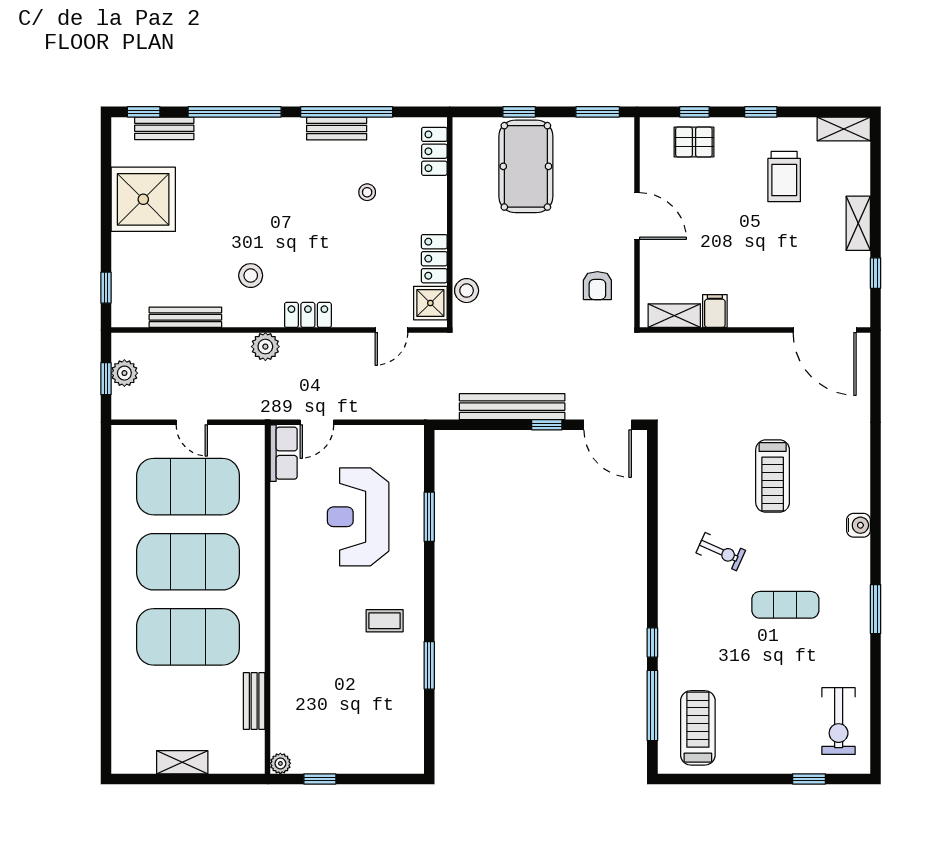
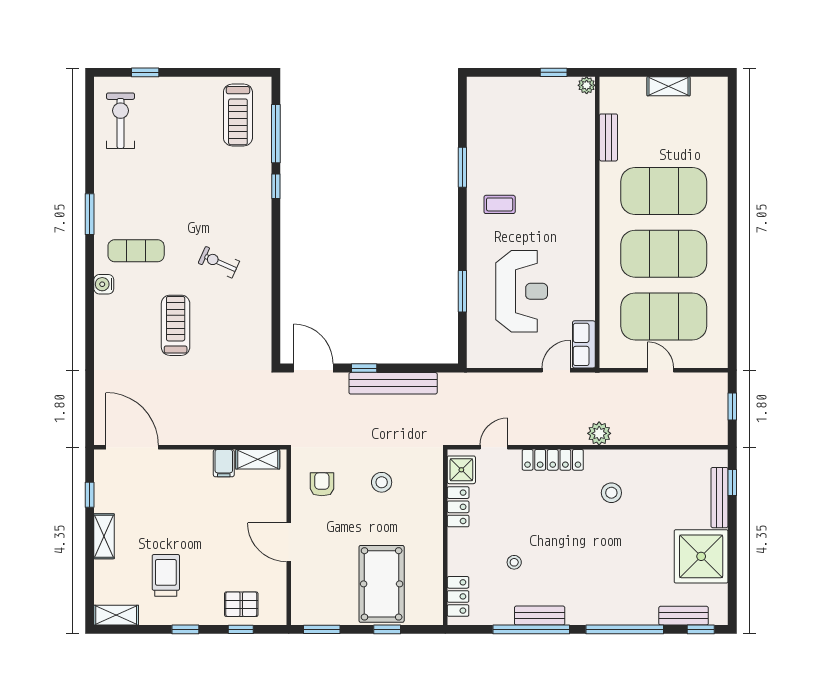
stool: (467, 291) -> (382, 482), moved
locker: (308, 315) -> (553, 460), width x1.53
bench: (185, 317) -> (719, 498), moved, turned 90
plant: (124, 373) -> (717, 411), removed
exercise mat: (785, 605) -> (136, 251), moved

